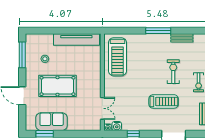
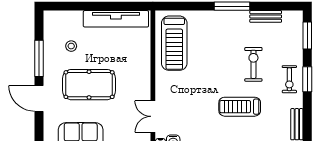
window: (22, 55) -> (39, 58), moved
treadmill: (164, 101) -> (240, 107), turned 180
double door: (102, 108) -> (153, 116), swing flipped

